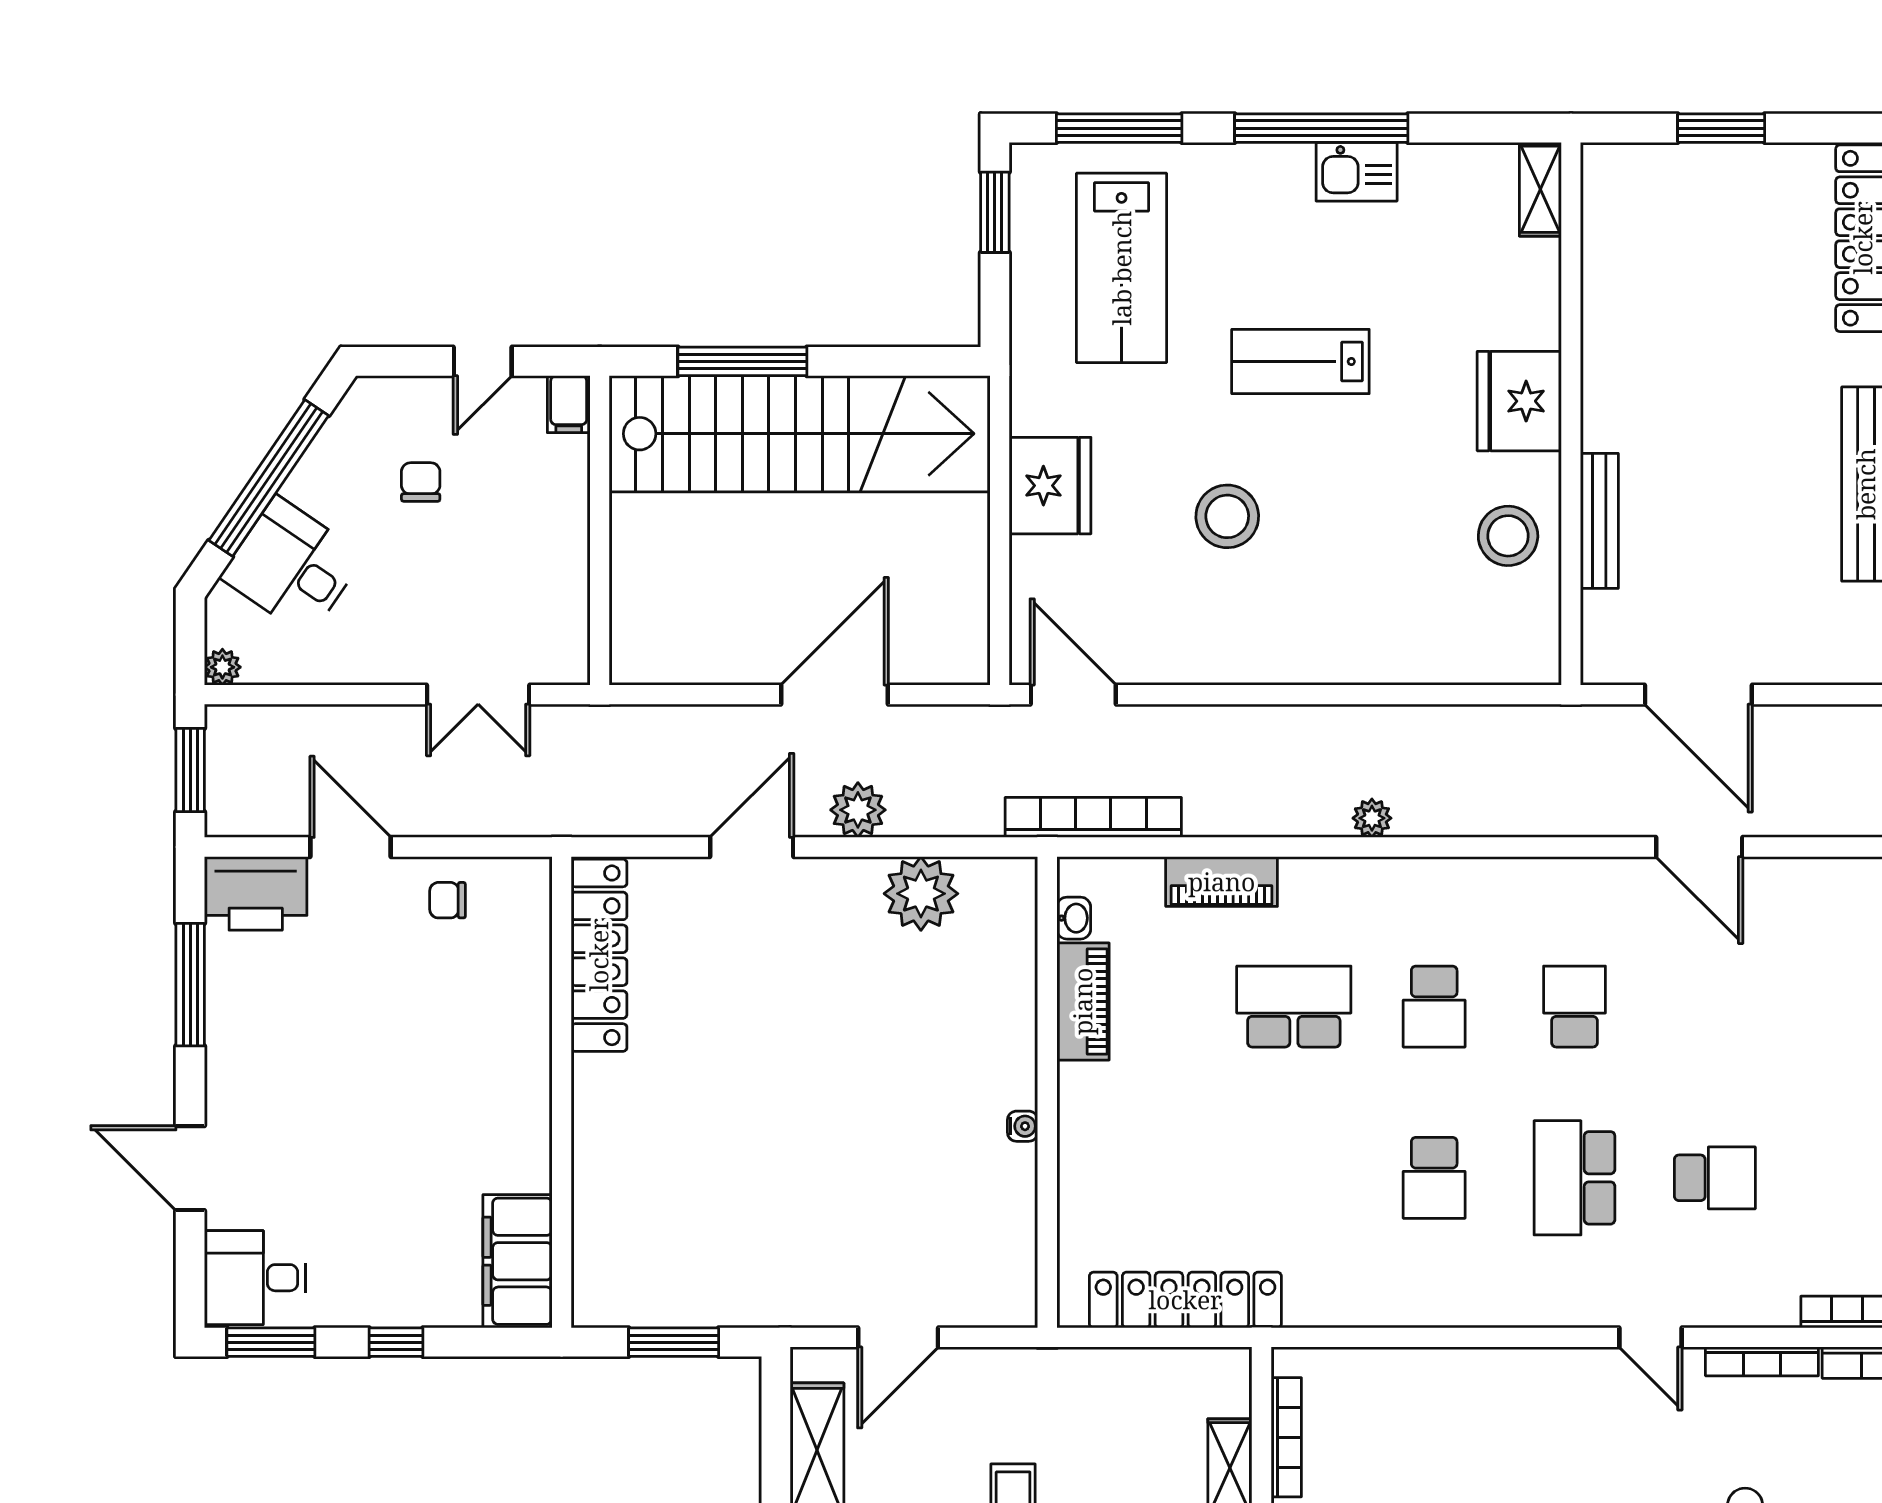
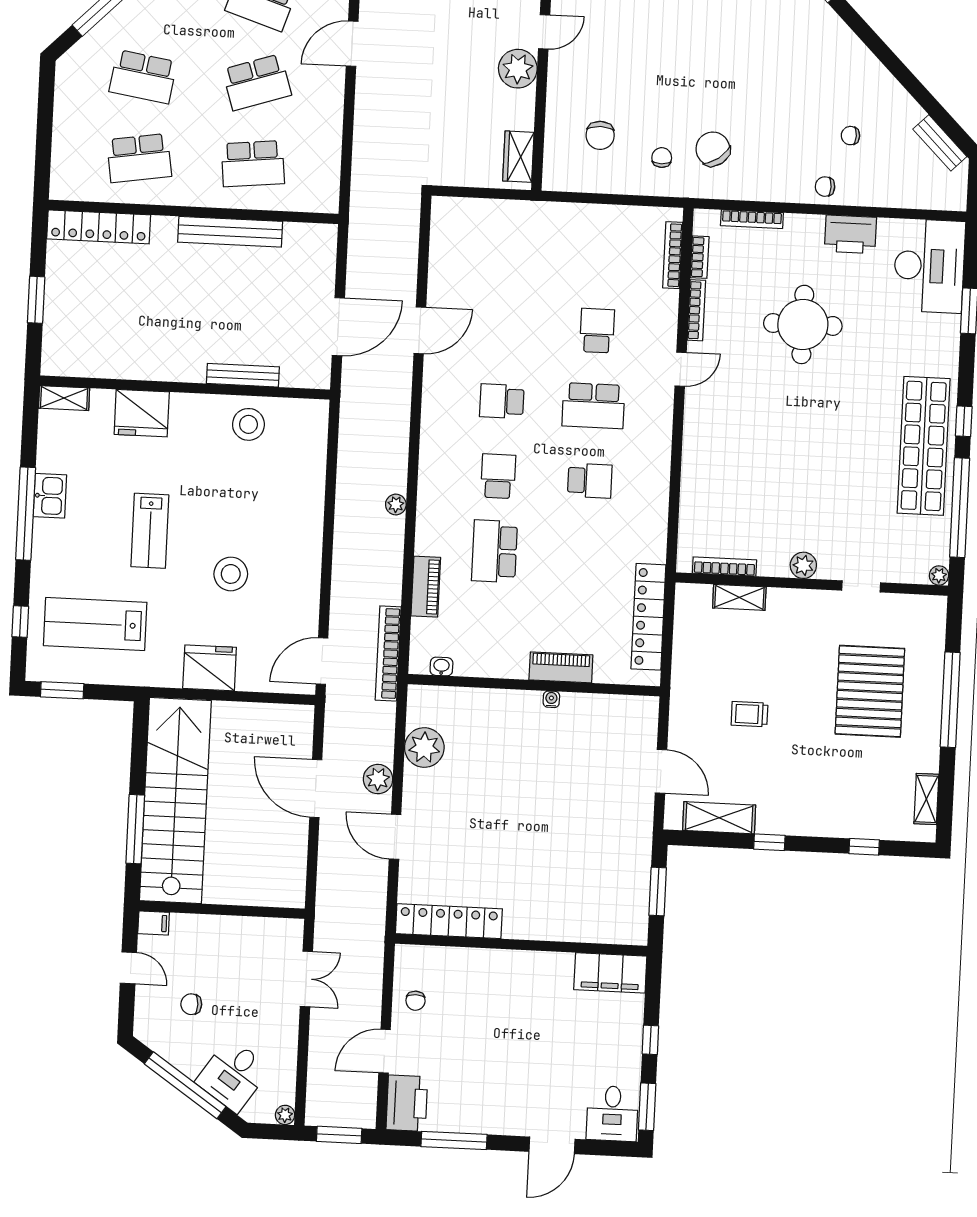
window: (1119, 128) -> (20, 622), width x0.46
lab bench: (1122, 268) -> (95, 624), turned 180
fridge: (1519, 401) -> (142, 413), moved
piano: (1083, 1001) -> (561, 667), moved
school desk: (1434, 1007) -> (498, 476), turned -90

